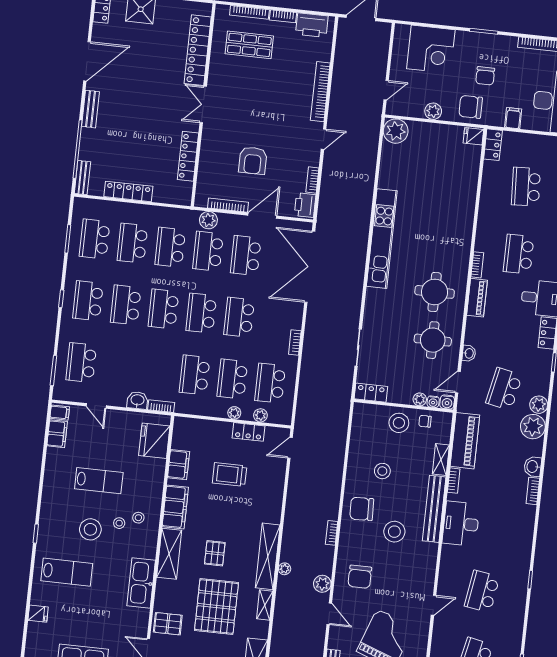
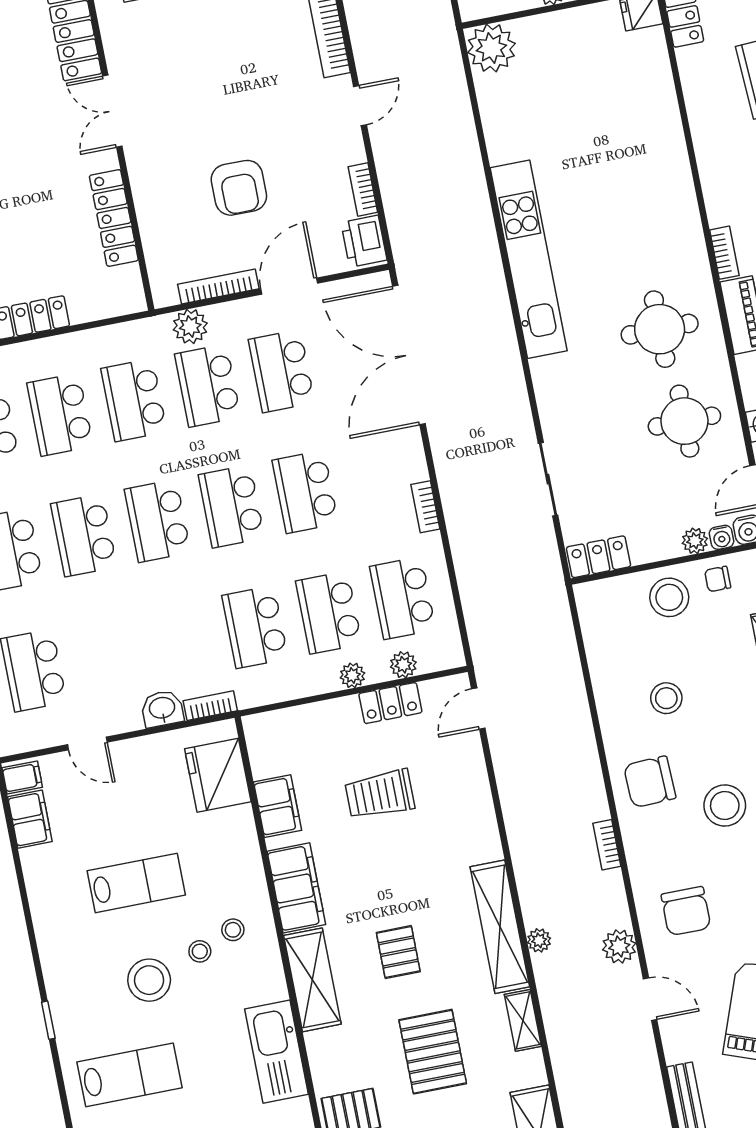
pallet: (216, 607) -> (433, 1052), width x0.73, depth x0.71

